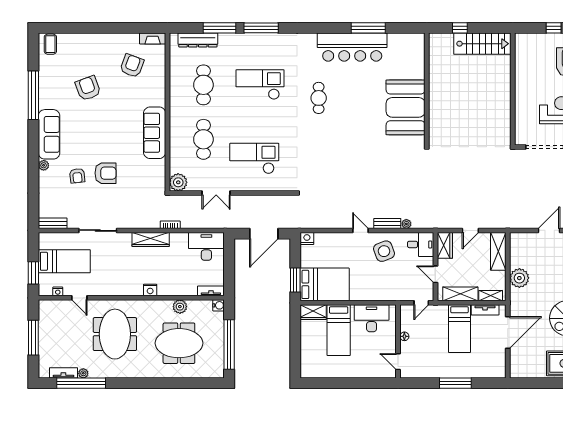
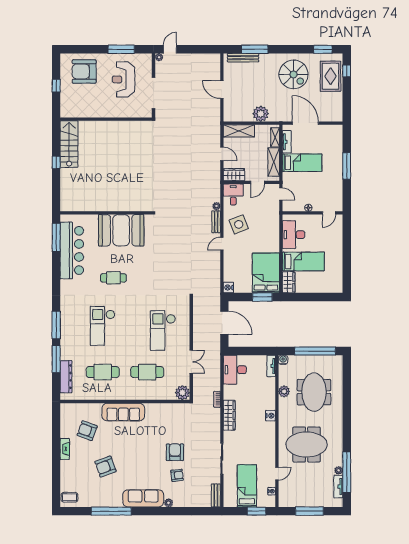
fireplace: (153, 38) -> (65, 449), moved
wall: (427, 89) -> (106, 213), moved
booth: (406, 107) -> (121, 230), moved
sofa: (155, 133) -> (123, 412), moved

